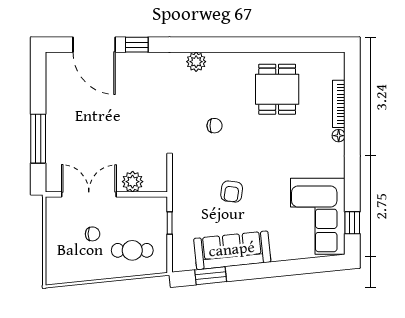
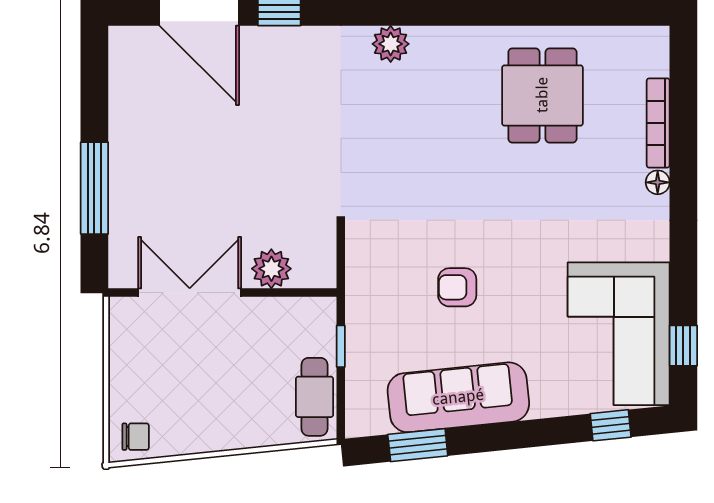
chair: (214, 126) -> (425, 164), removed
armchair: (232, 192) -> (457, 287), turned 83
chair: (93, 234) -> (136, 437), moved
cafe table: (132, 250) -> (314, 397), moved, turned 90
window: (314, 265) -> (611, 425), added

